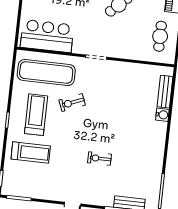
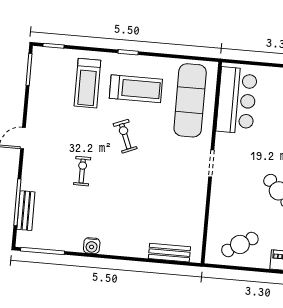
cafe table: (160, 36) -> (240, 244), turned -31
exercise bike: (72, 103) -> (125, 136), moved
water cooler: (162, 115) -> (92, 246), moved

